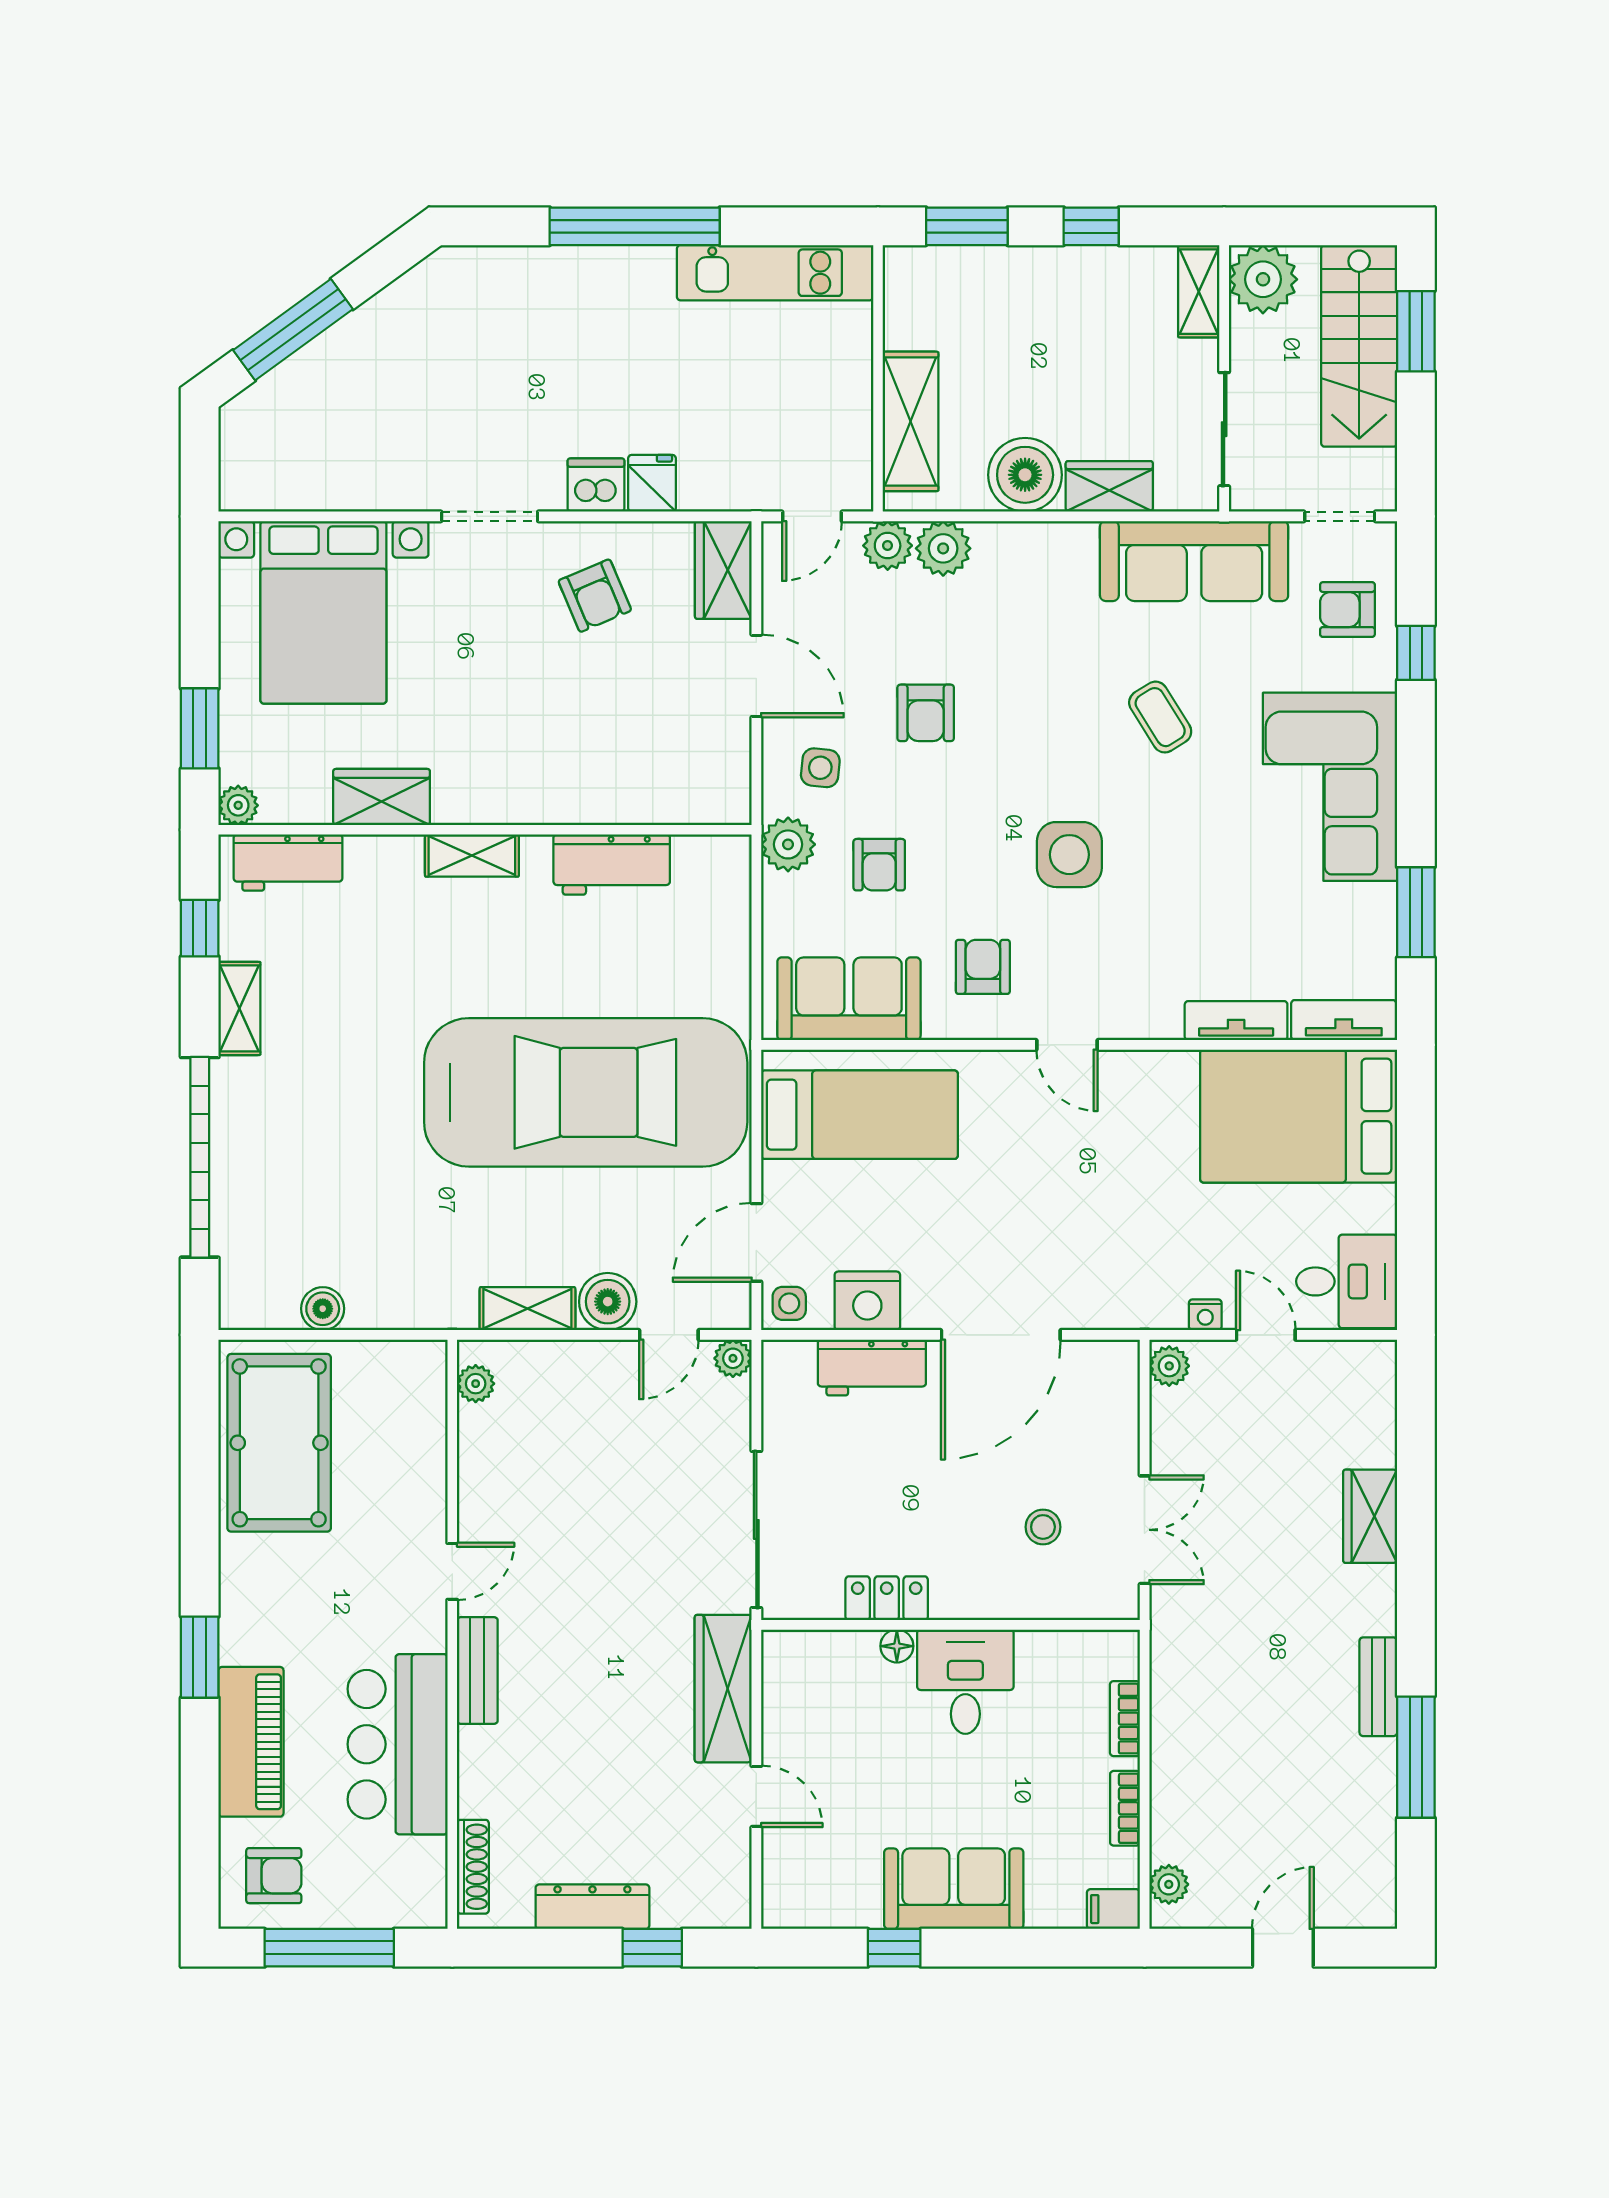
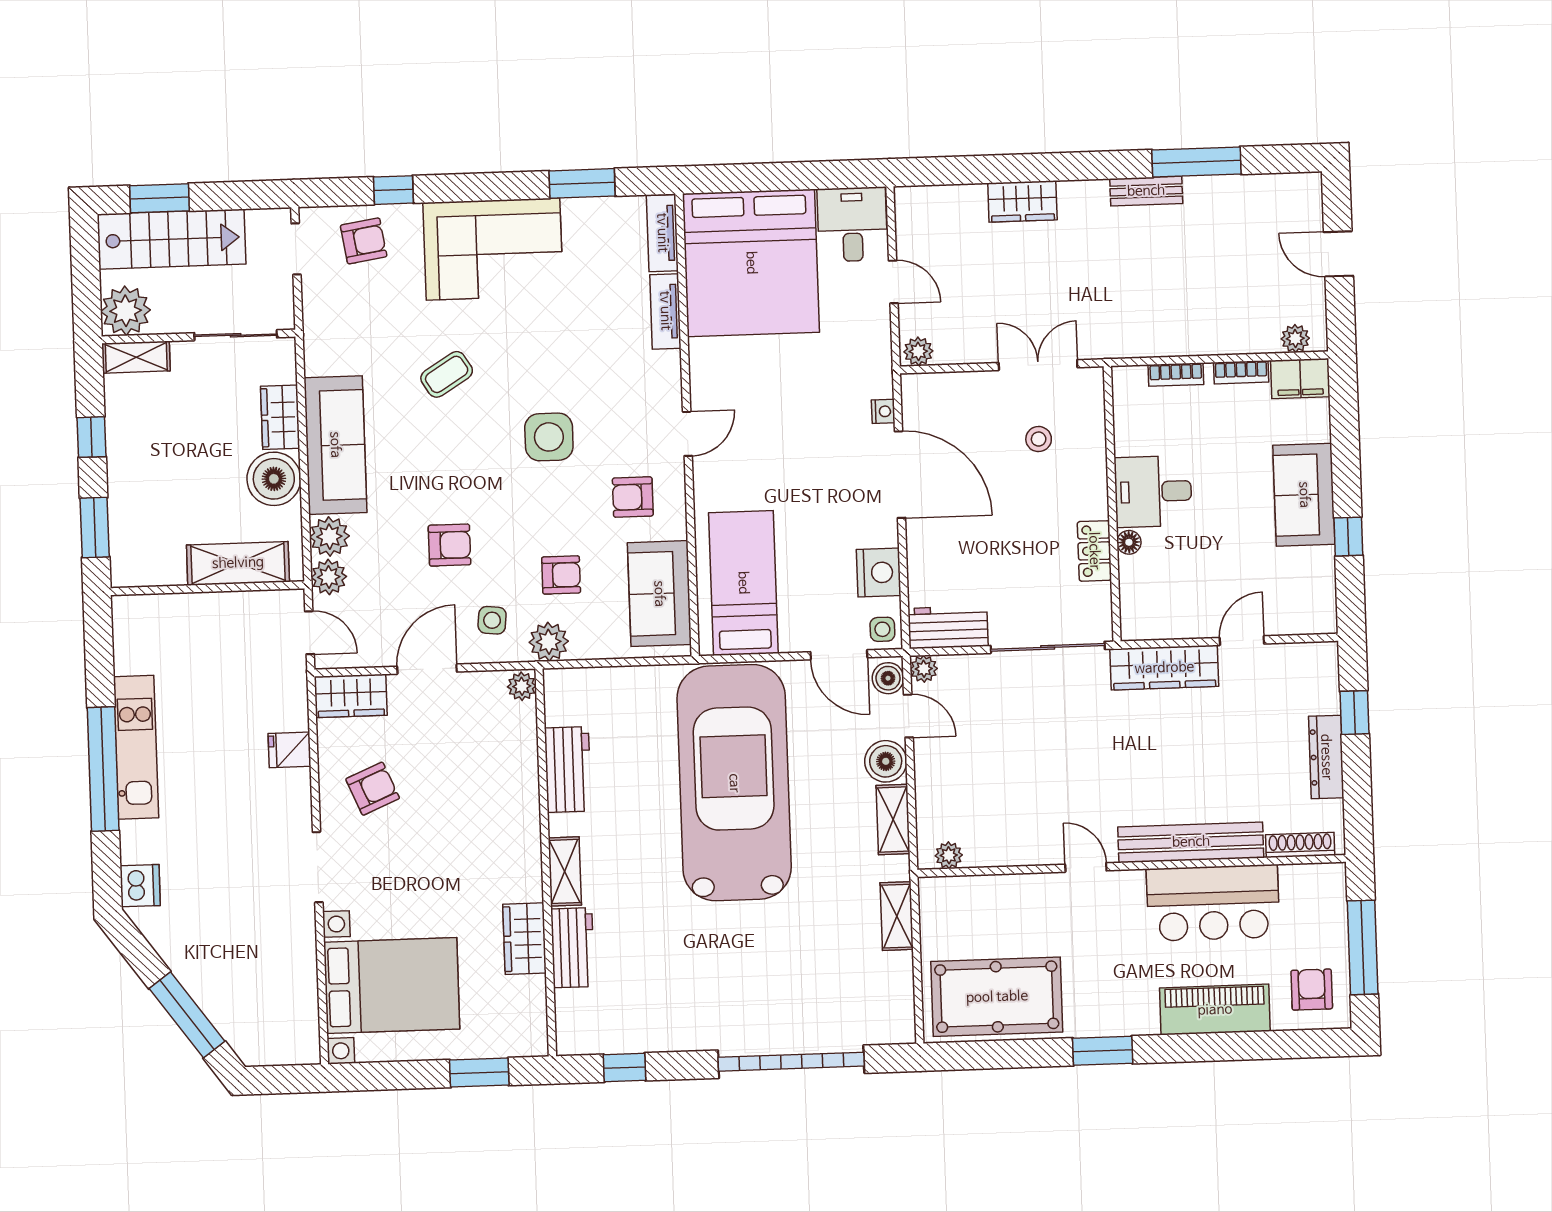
kitchen unit: (775, 273) -> (136, 747), moved
dishwasher: (596, 485) -> (140, 886), moved, turned 180
sofa: (1194, 561) -> (335, 445), moved
armchair: (1347, 610) -> (364, 241), turned -99
plant: (238, 805) -> (522, 686), moved
workbench: (288, 863) -> (573, 948), moved
shelving: (239, 1008) -> (897, 916), moved, turned 90
bed: (1299, 1116) -> (751, 263), width x1.36
boiler: (323, 1309) -> (888, 678), moved
nightstand: (1205, 1315) -> (883, 411), moved
door: (1266, 1335) -> (893, 282), swing flipped
workbench: (872, 1368) -> (948, 627), moved, turned -90
window: (200, 1657) -> (1103, 1051), moved
bench: (477, 1671) -> (1191, 842), width x1.86, depth x1.21
filing cabinet: (1113, 1909) -> (1300, 379), width x2.00

